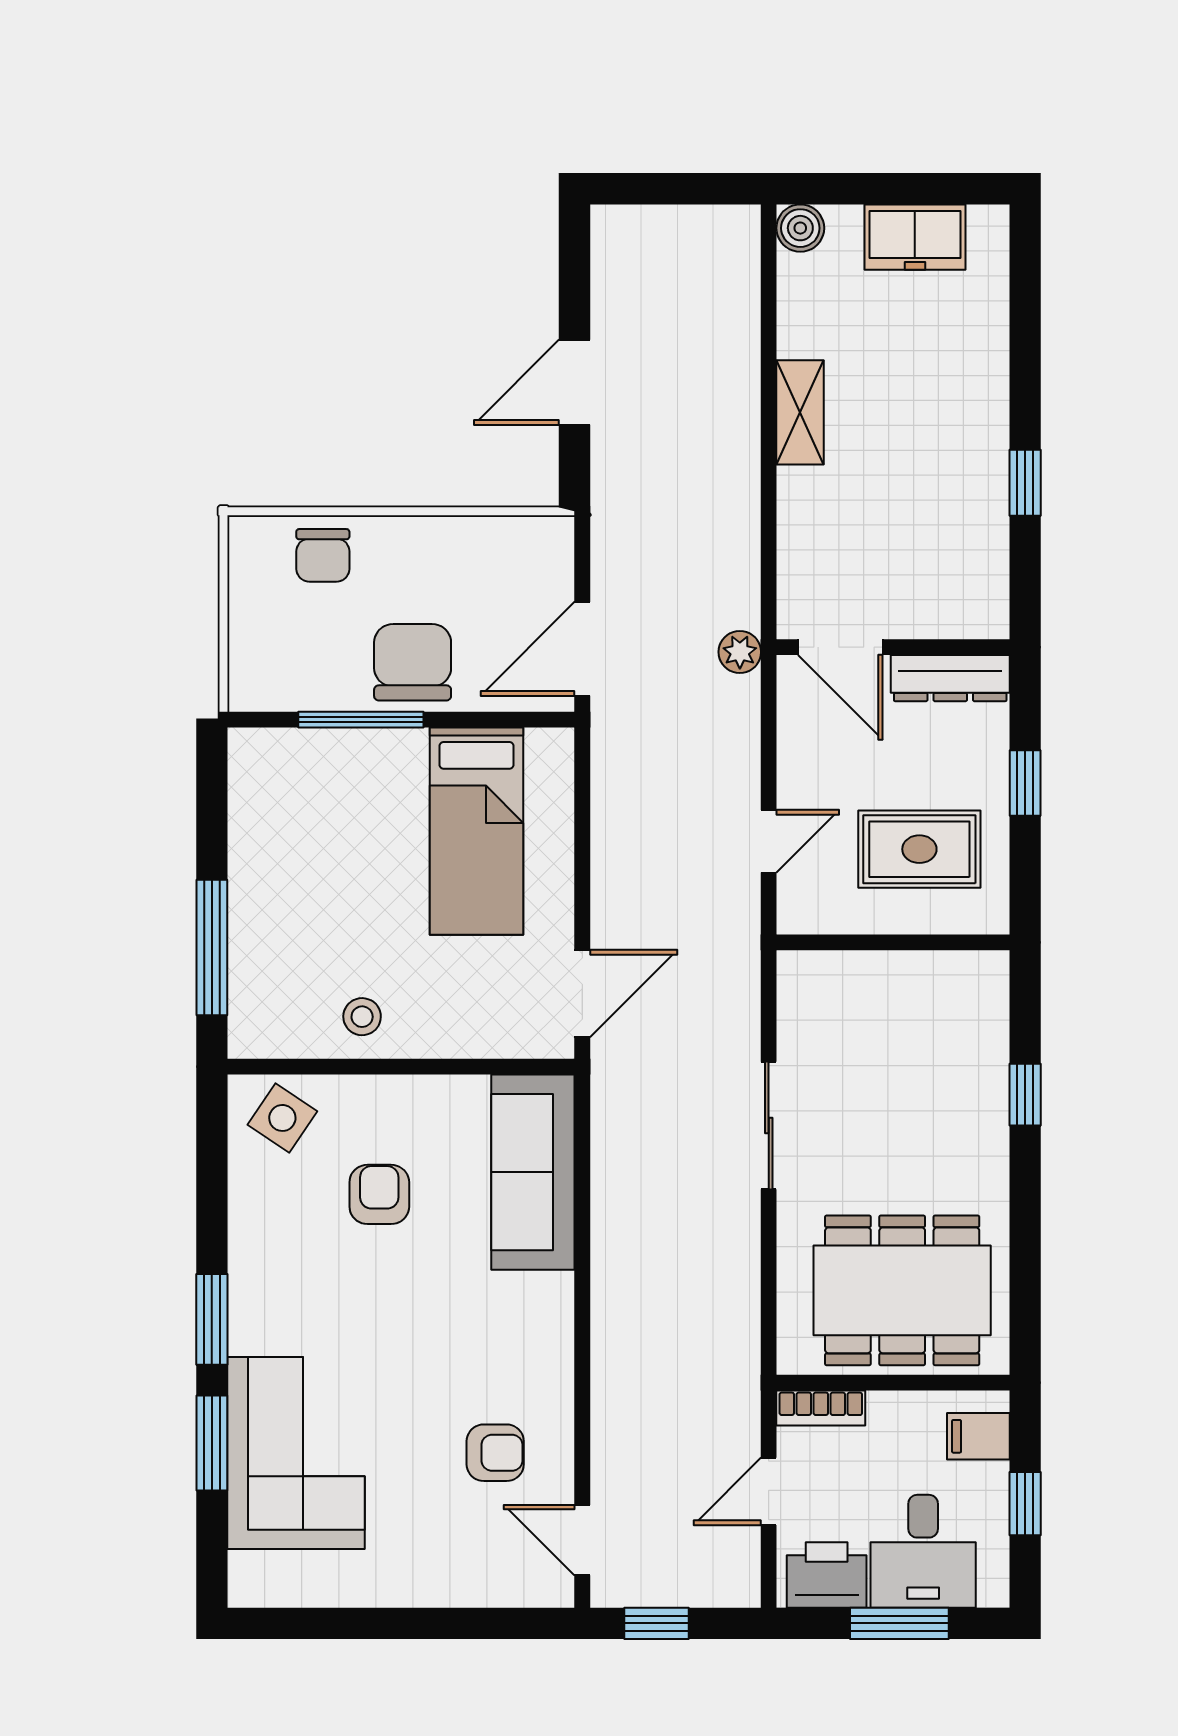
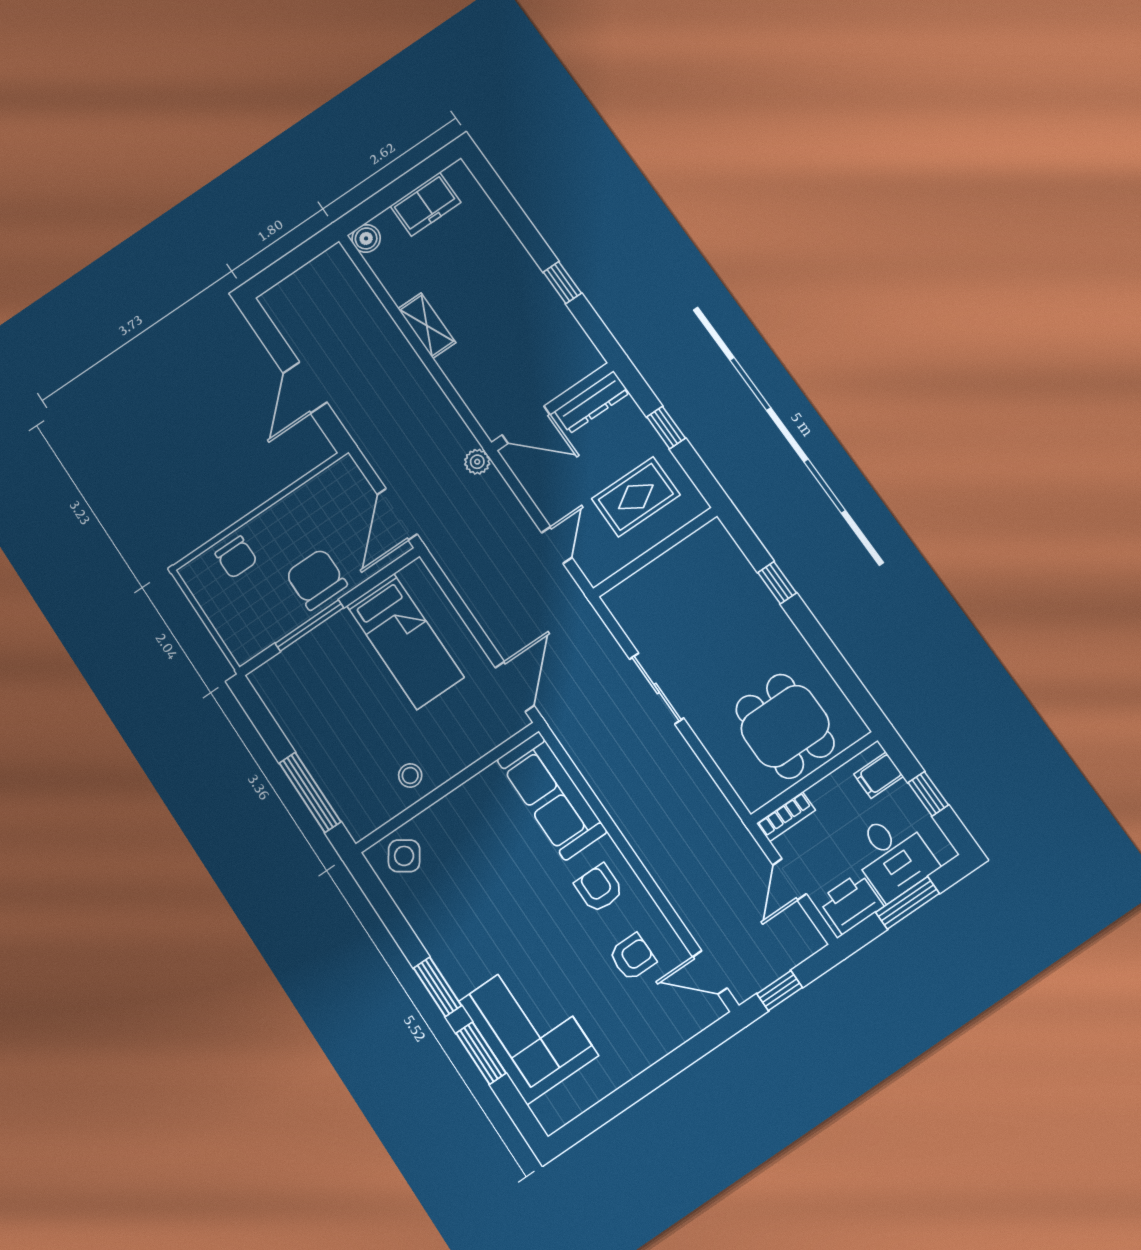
armchair: (379, 1194) -> (599, 888), moved
dining table: (902, 1290) -> (785, 726), width x0.73

